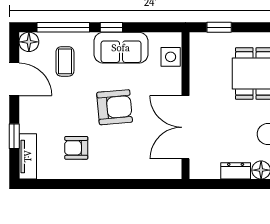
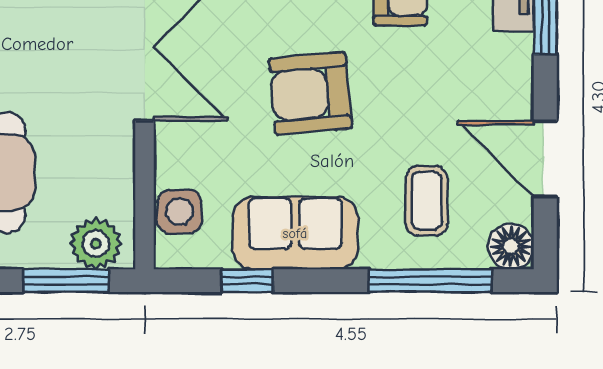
window: (111, 27) -> (247, 281), moved
window: (219, 27) -> (66, 281), width x1.50
plant: (206, 43) -> (96, 244), added

